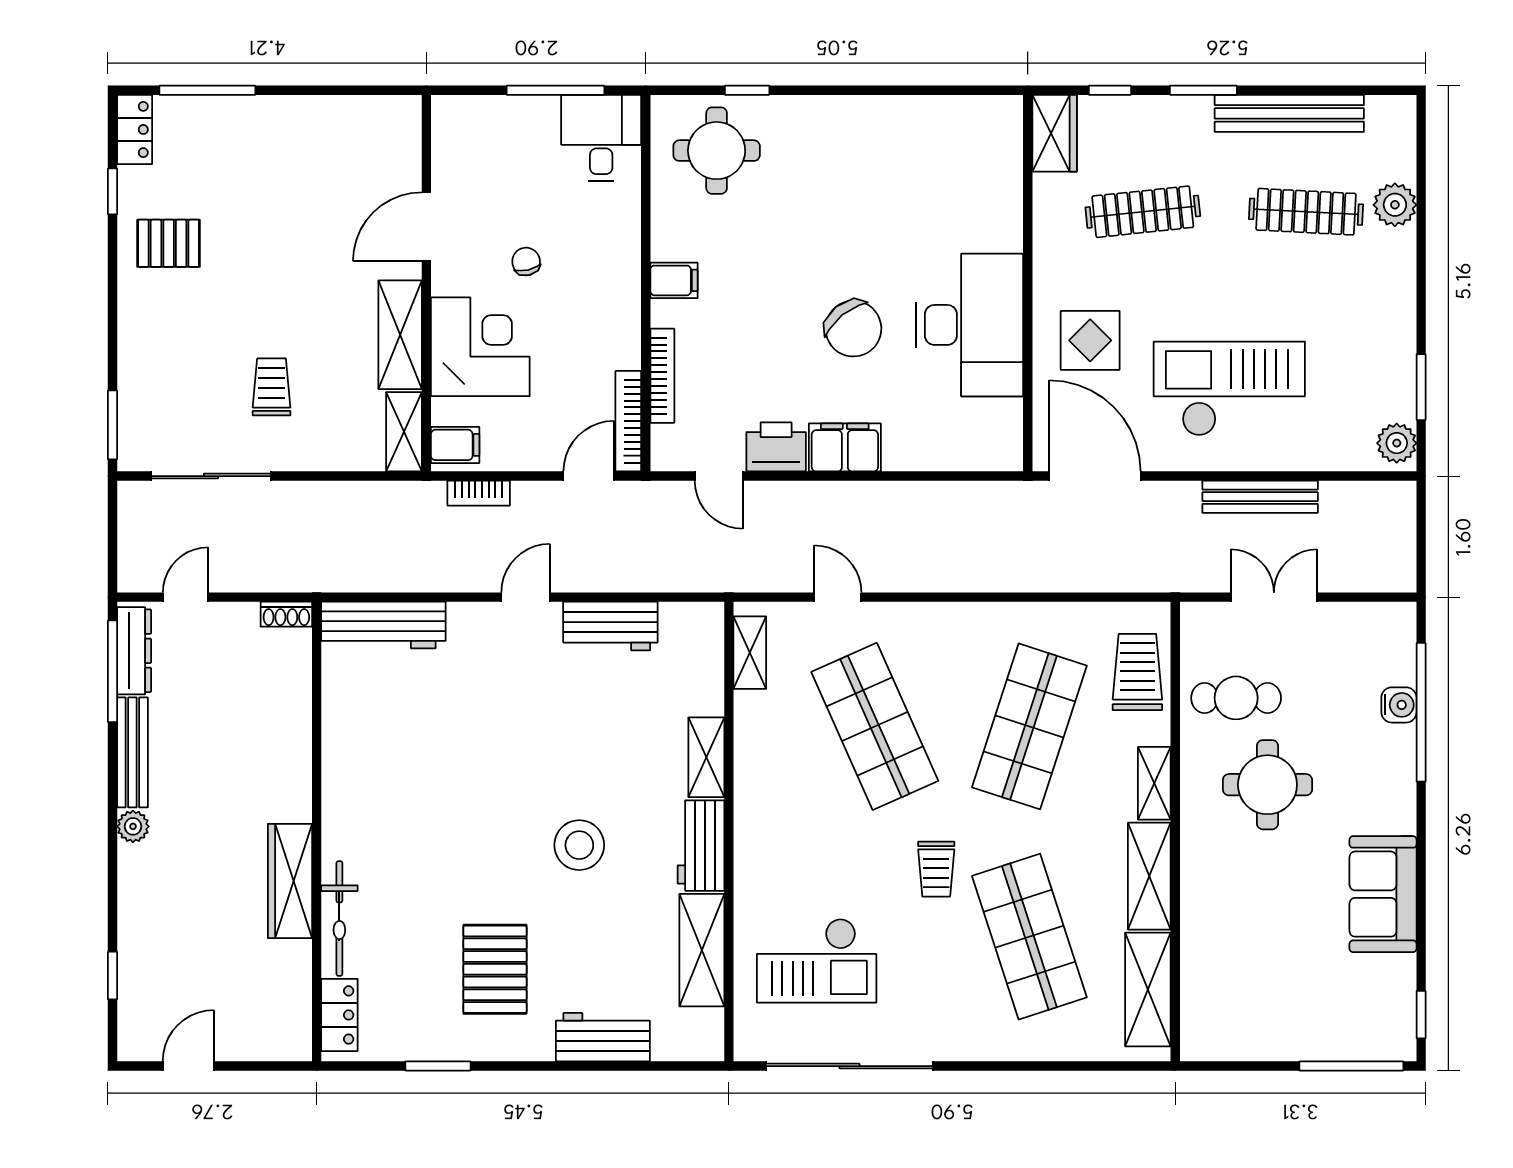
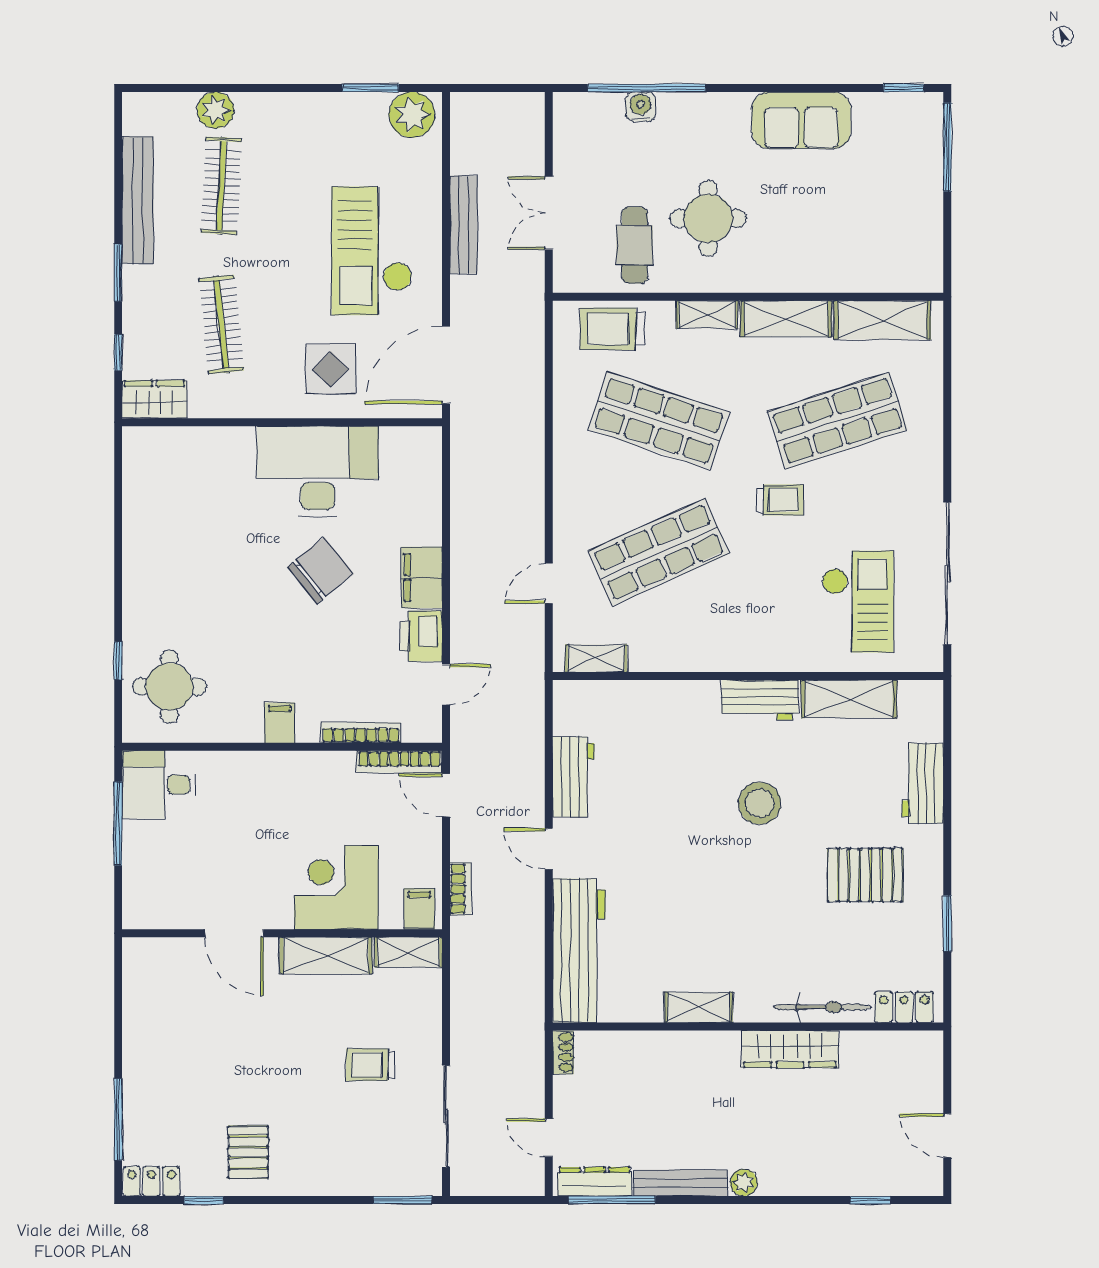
chair: (526, 262) -> (264, 848), removed
plant: (1397, 443) -> (412, 115), width x1.36, depth x1.36
workbench: (383, 625) -> (579, 950), width x1.36, depth x1.32
shelving: (706, 757) -> (699, 1007), moved

